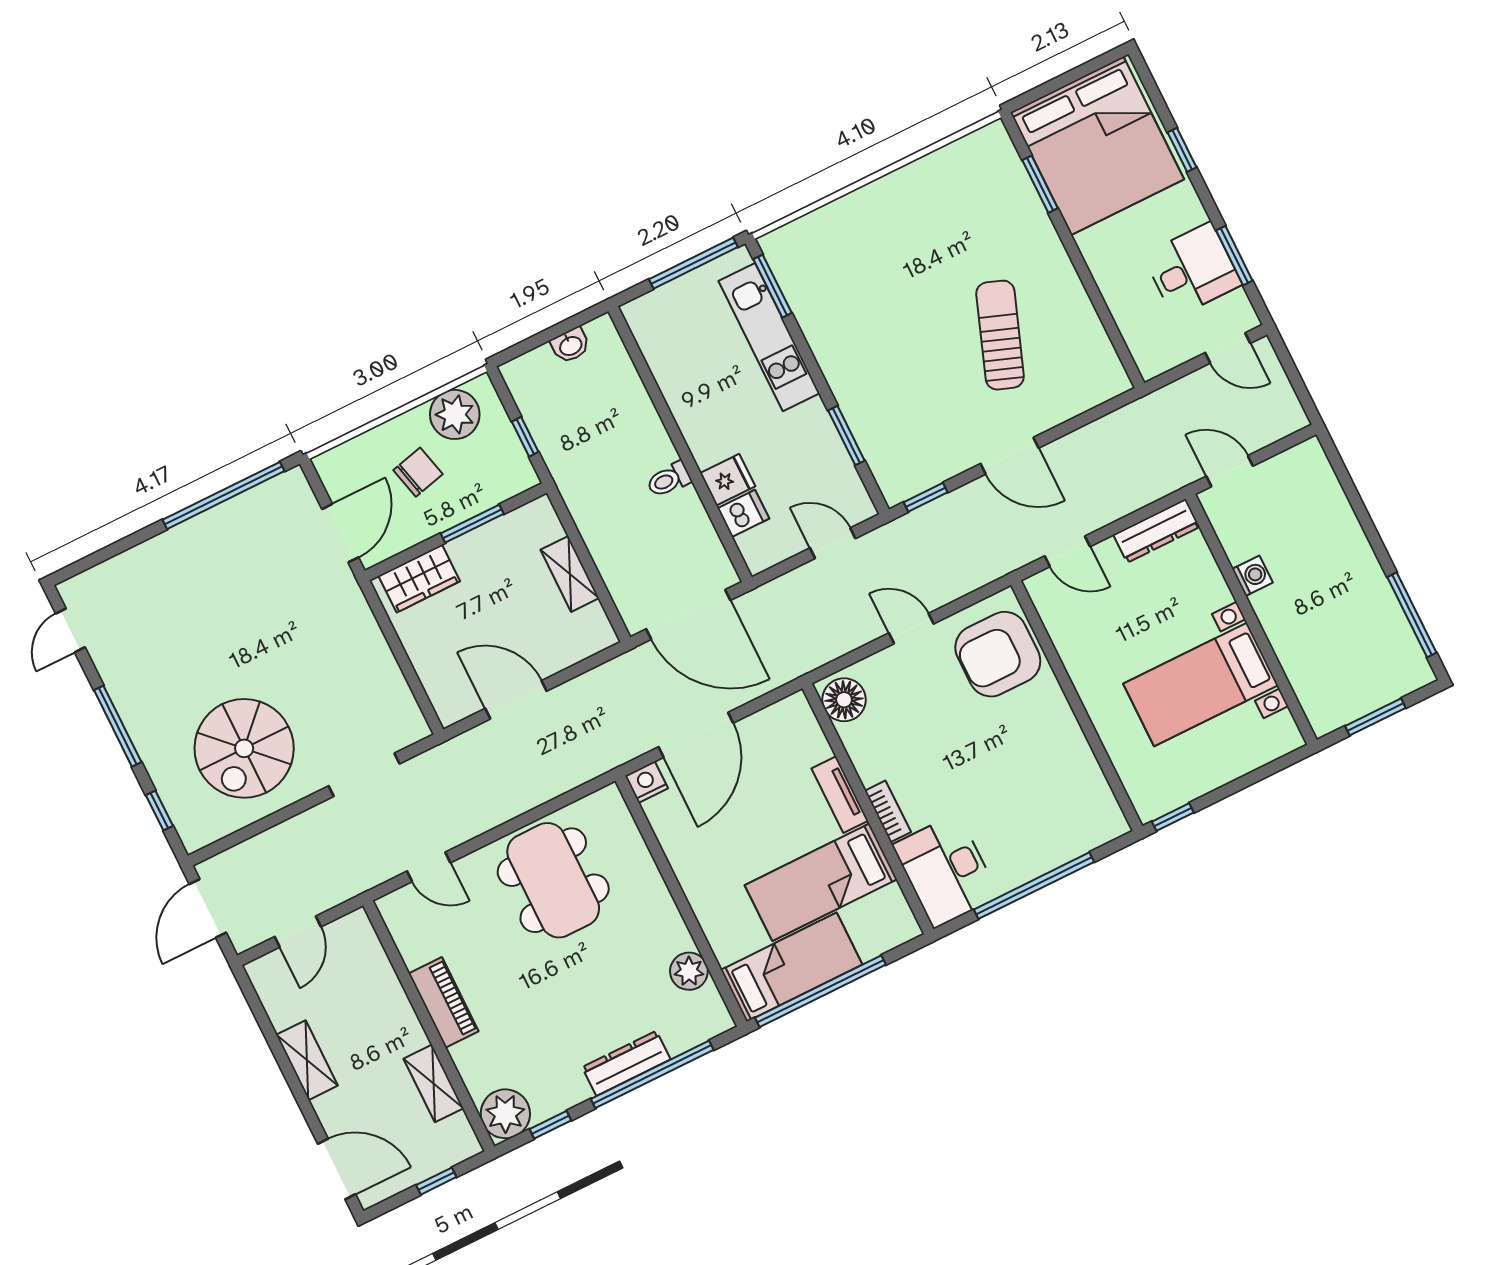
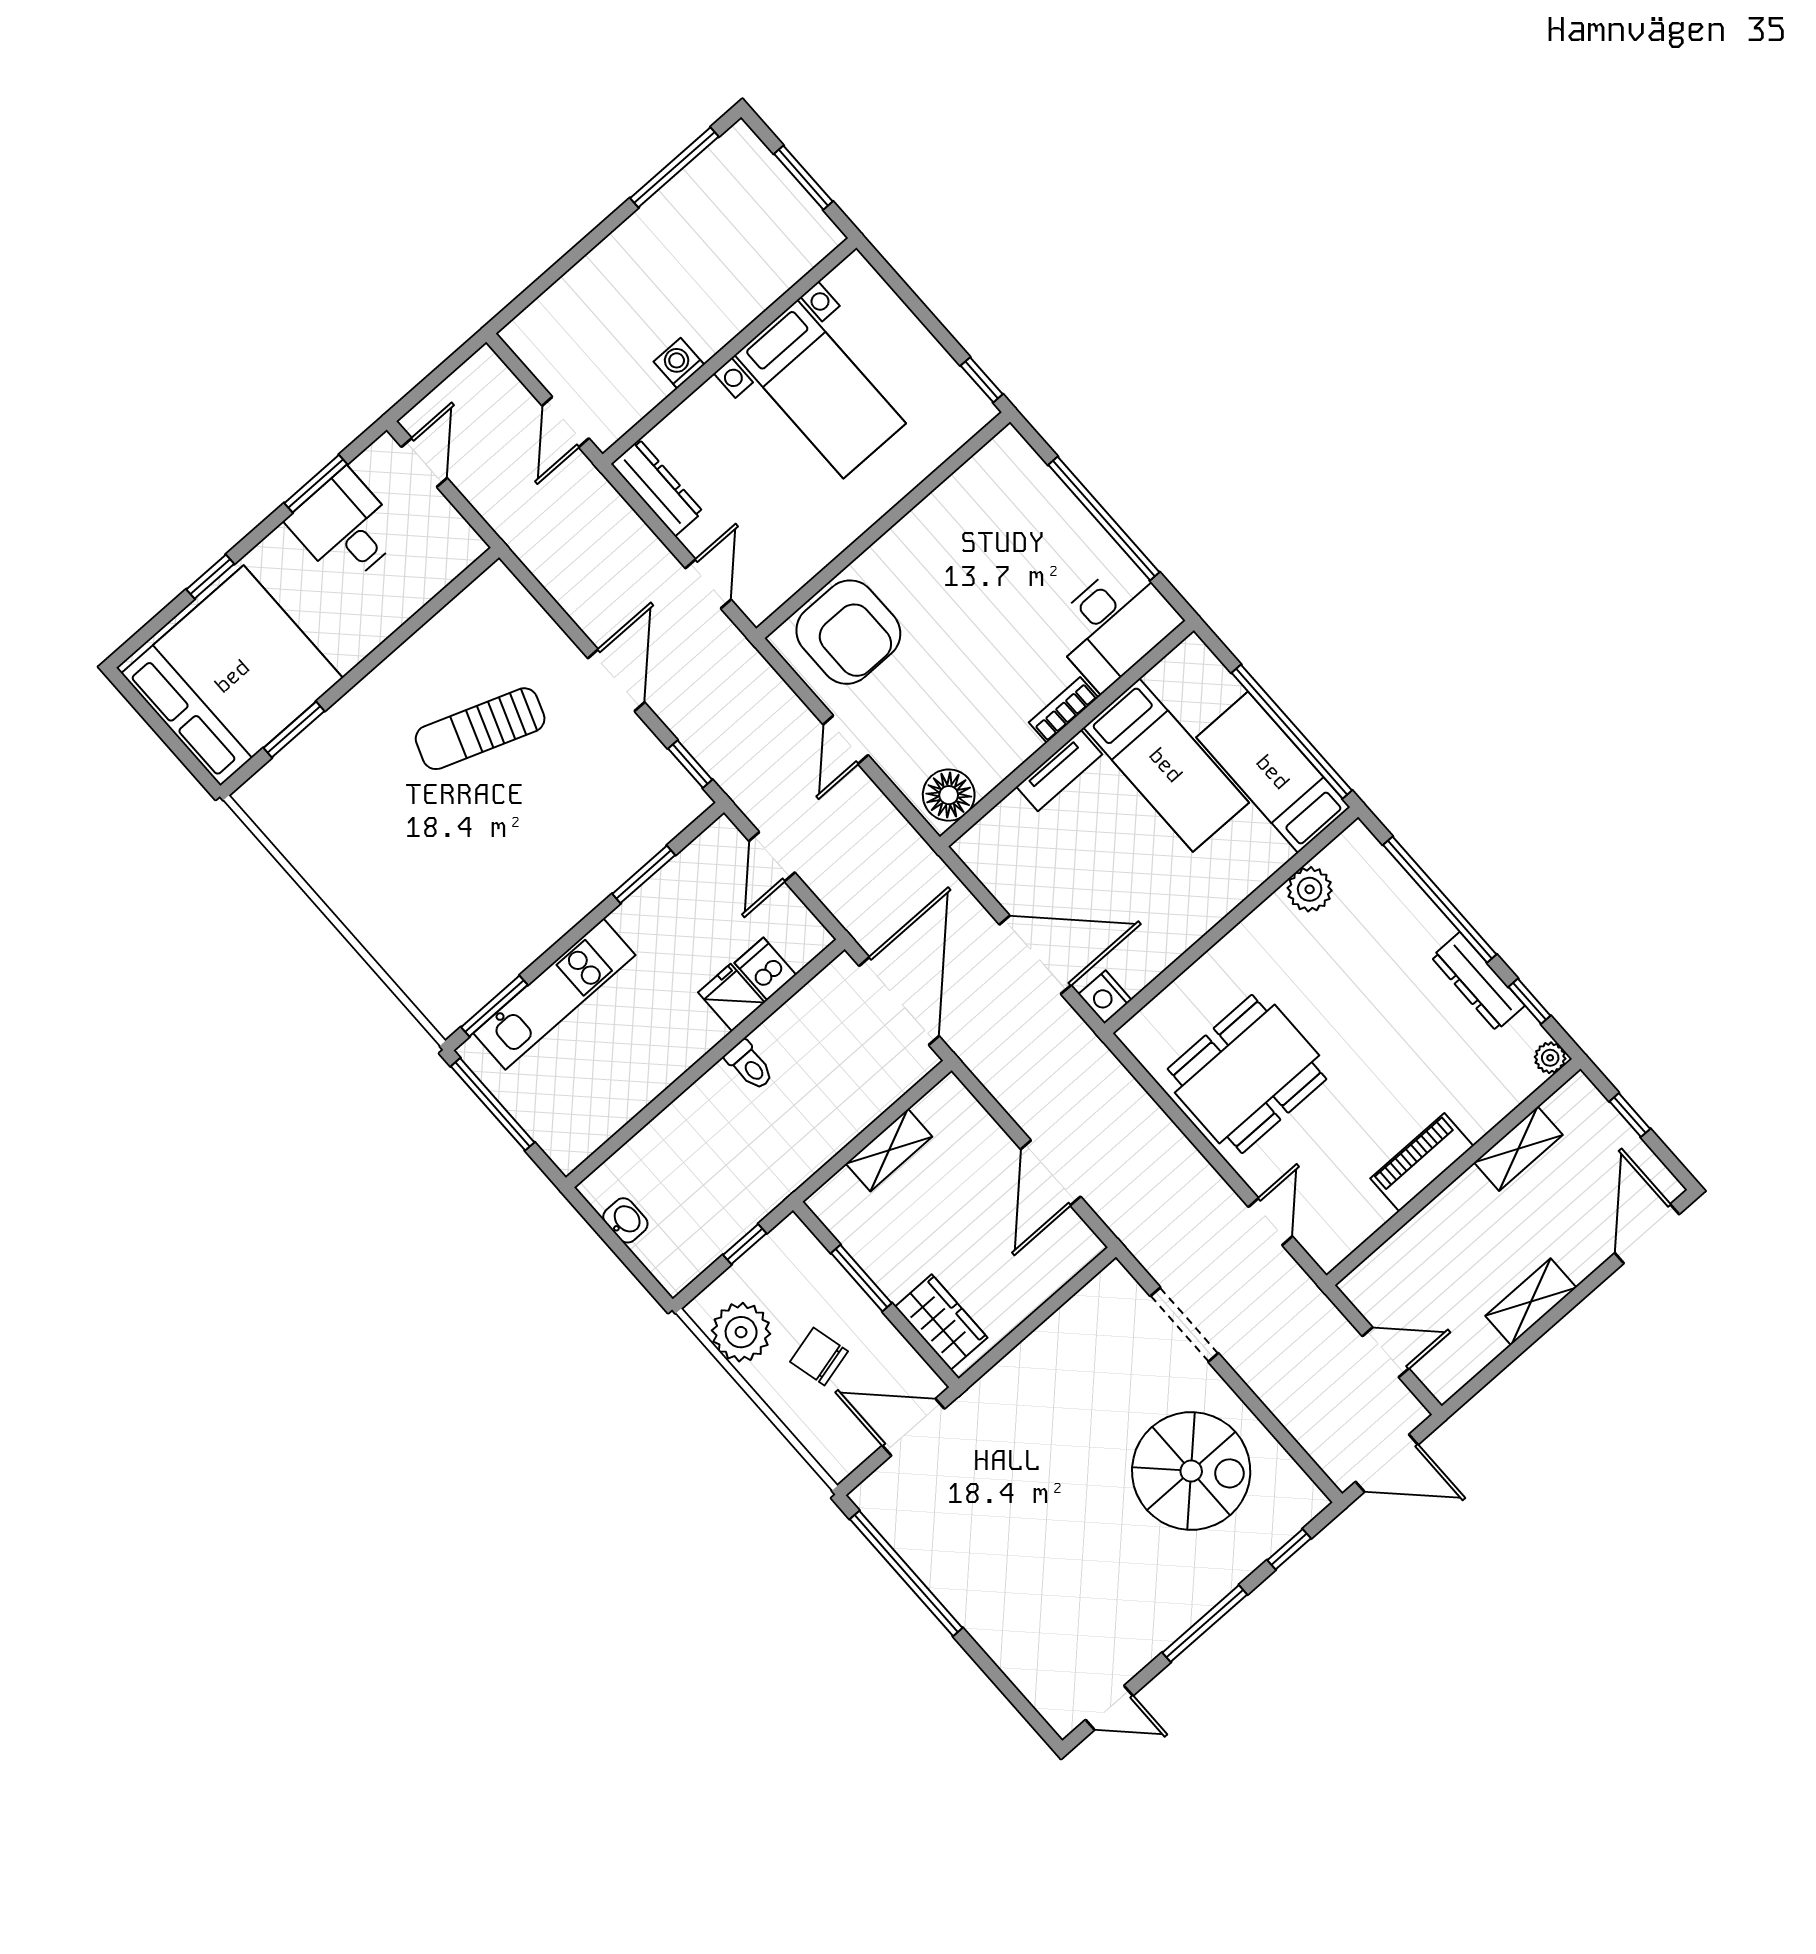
dresser: (626, 1063) -> (1478, 981), moved
plant: (505, 1114) -> (1550, 1058), width x0.53, depth x0.53

